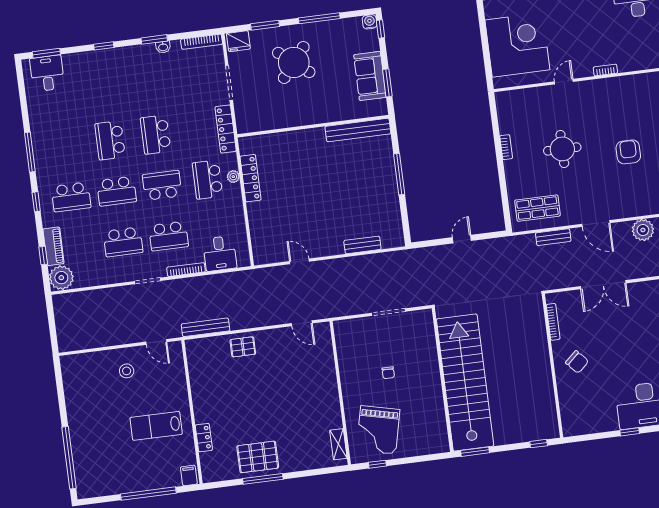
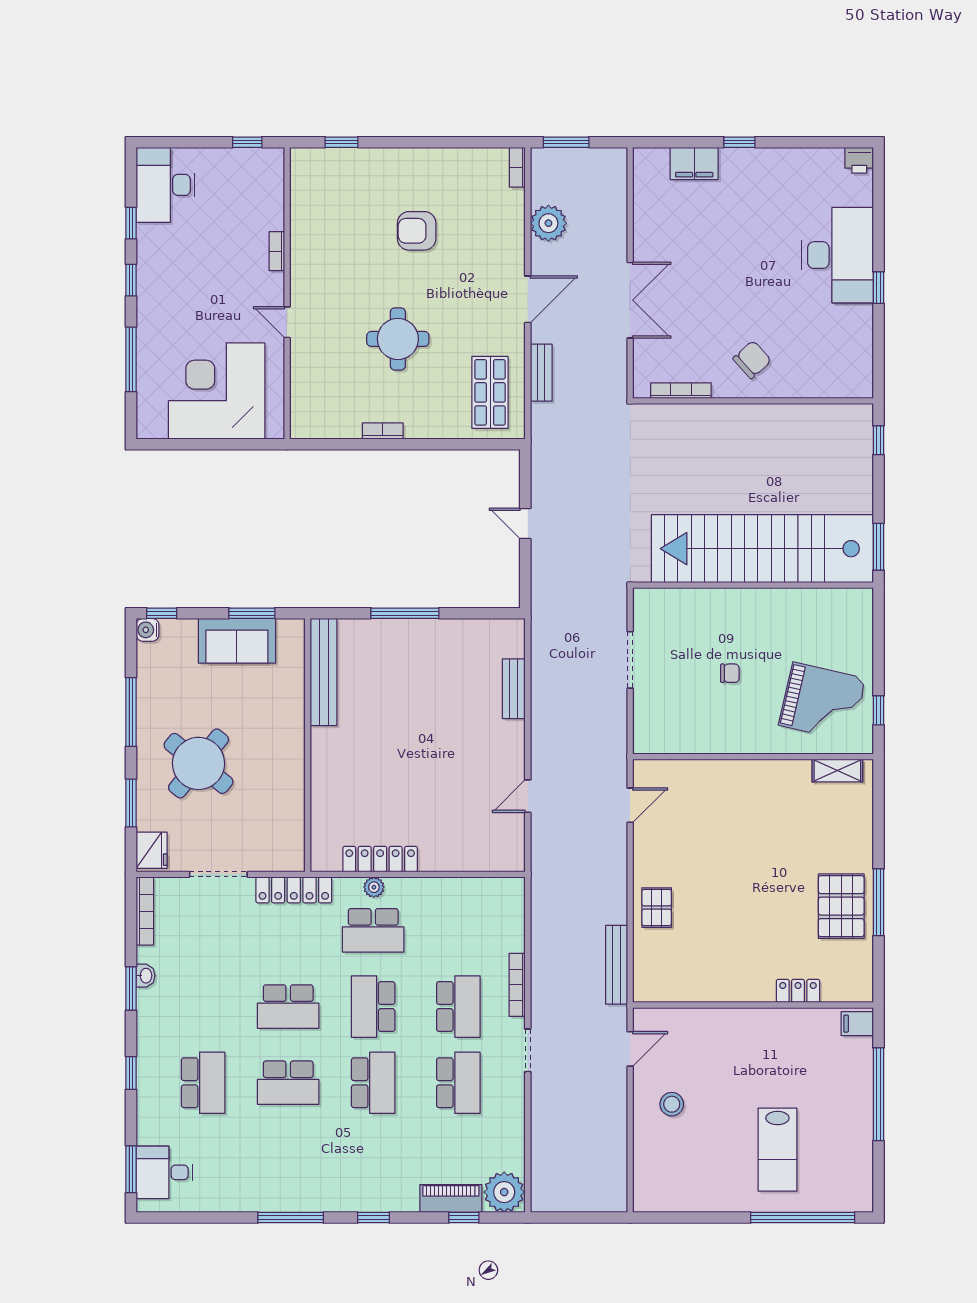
school desk: (71, 197) -> (203, 1083), moved
desk: (220, 253) -> (498, 926), removed
lab bench: (156, 426) -> (777, 1150), moved

